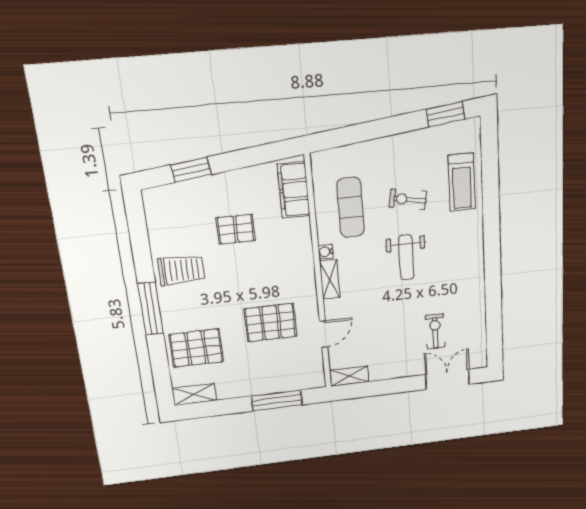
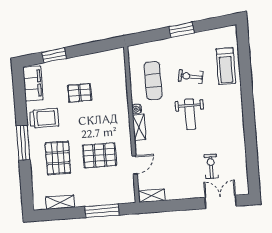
window: (445, 114) -> (181, 30), moved
filing cabinet: (294, 190) -> (33, 83), moved, turned 180
pallet: (196, 348) -> (58, 158), moved, turned 90
shelving: (194, 394) -> (60, 202), moved

